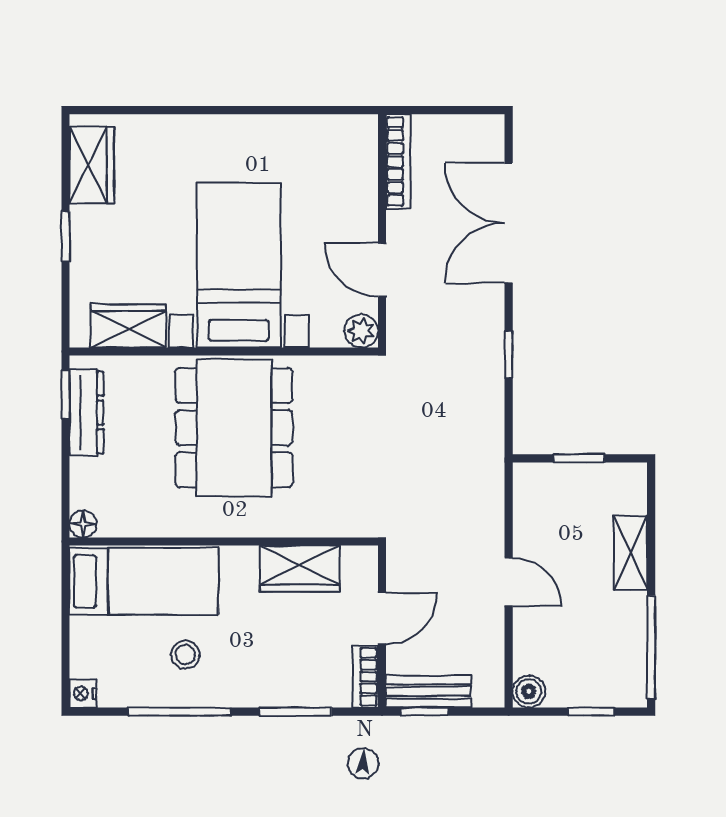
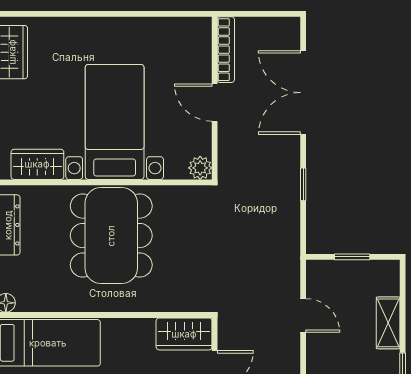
door: (382, 270) -> (215, 103), moved
wardrobe: (300, 569) -> (184, 334), moved
door: (509, 582) -> (303, 315), moved

